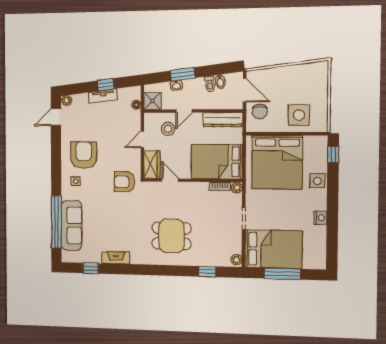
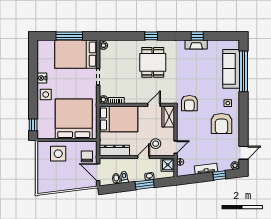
window: (106, 85) -> (219, 175), moved
door: (142, 139) -> (175, 147), moved
door: (170, 180) -> (154, 105), swing flipped
side table: (317, 181) -> (46, 95), moved
armchair: (124, 182) -> (189, 103), turned 90
dining table: (172, 236) -> (153, 62), turned 90
window: (91, 268) -> (197, 36), moved
window: (207, 272) -> (151, 36), moved

